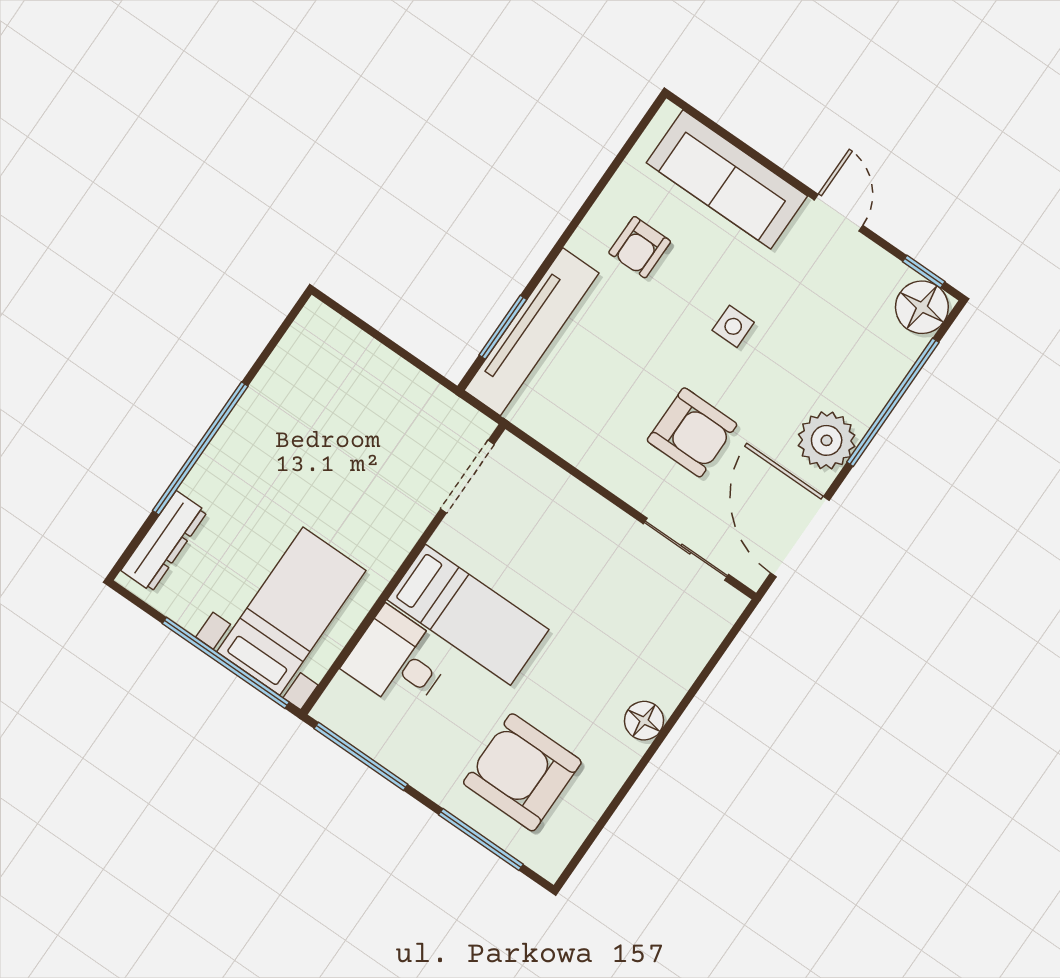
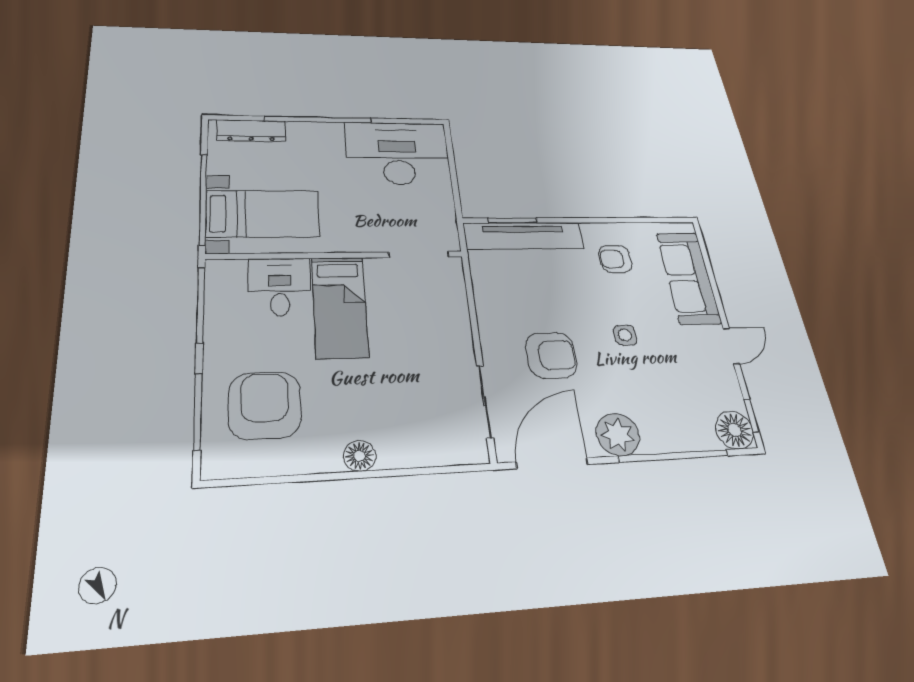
desk: (315, 389) -> (398, 153), added
armchair: (692, 432) -> (551, 355), turned -90

